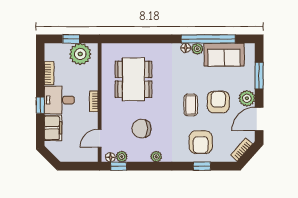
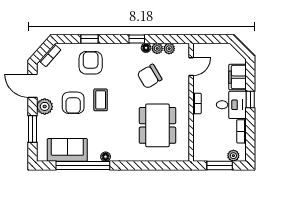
window: (71, 39) -> (220, 166), width x1.50
plant: (197, 49) -> (94, 156), removed
plant: (80, 54) -> (233, 156), moved, width x0.53, depth x0.53
door: (259, 119) -> (32, 86), swing flipped
chair: (141, 129) -> (150, 76), turned 149
floor lamp: (110, 157) -> (146, 48), moved
plant: (156, 157) -> (157, 48), moved
window: (119, 166) -> (137, 39), moved

